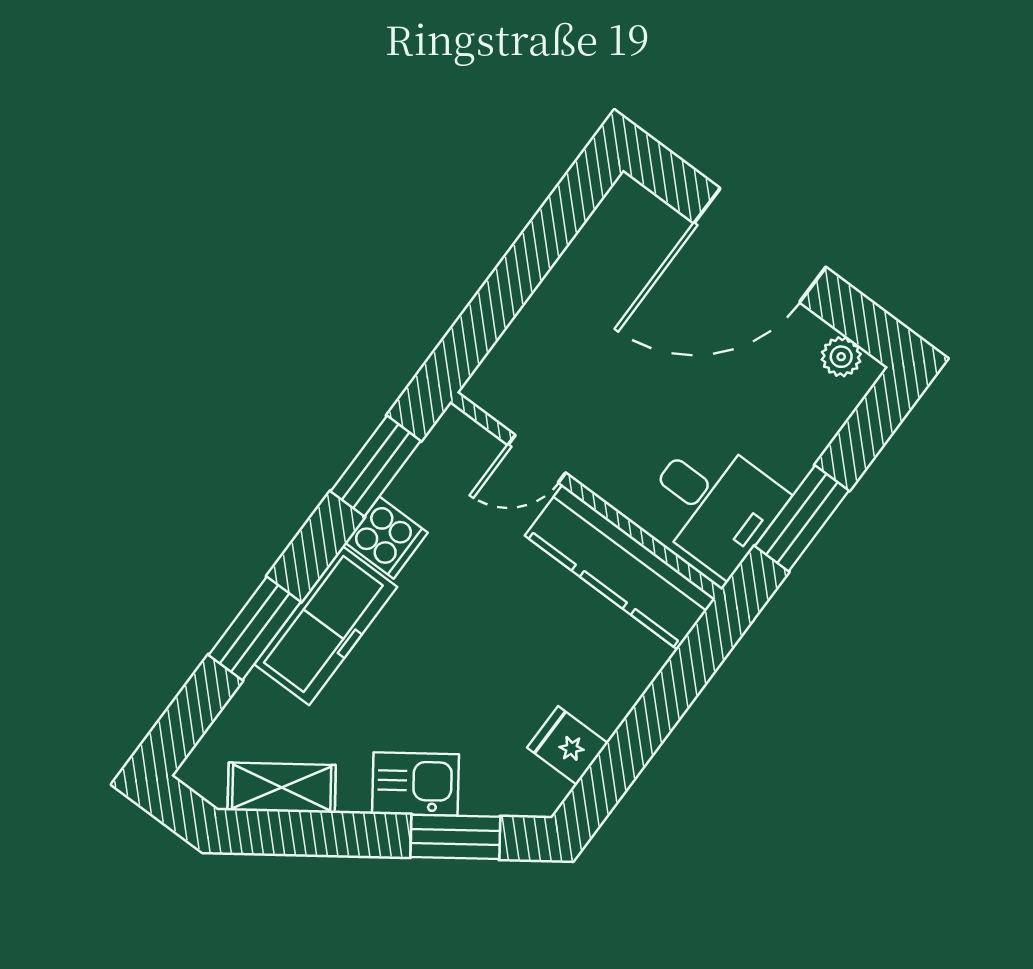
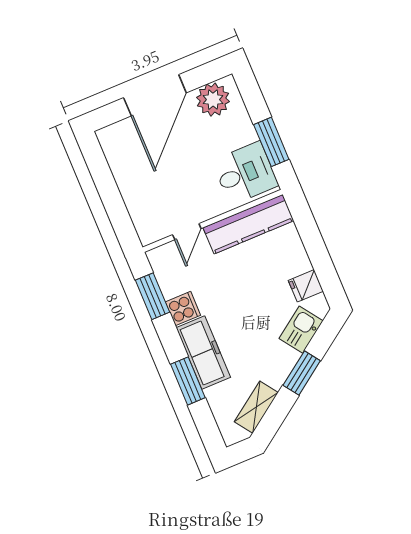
plant: (841, 357) -> (213, 100), width x1.88, depth x1.88
kitchen sink: (415, 784) -> (301, 330), moved
window: (455, 837) -> (302, 373), moved

